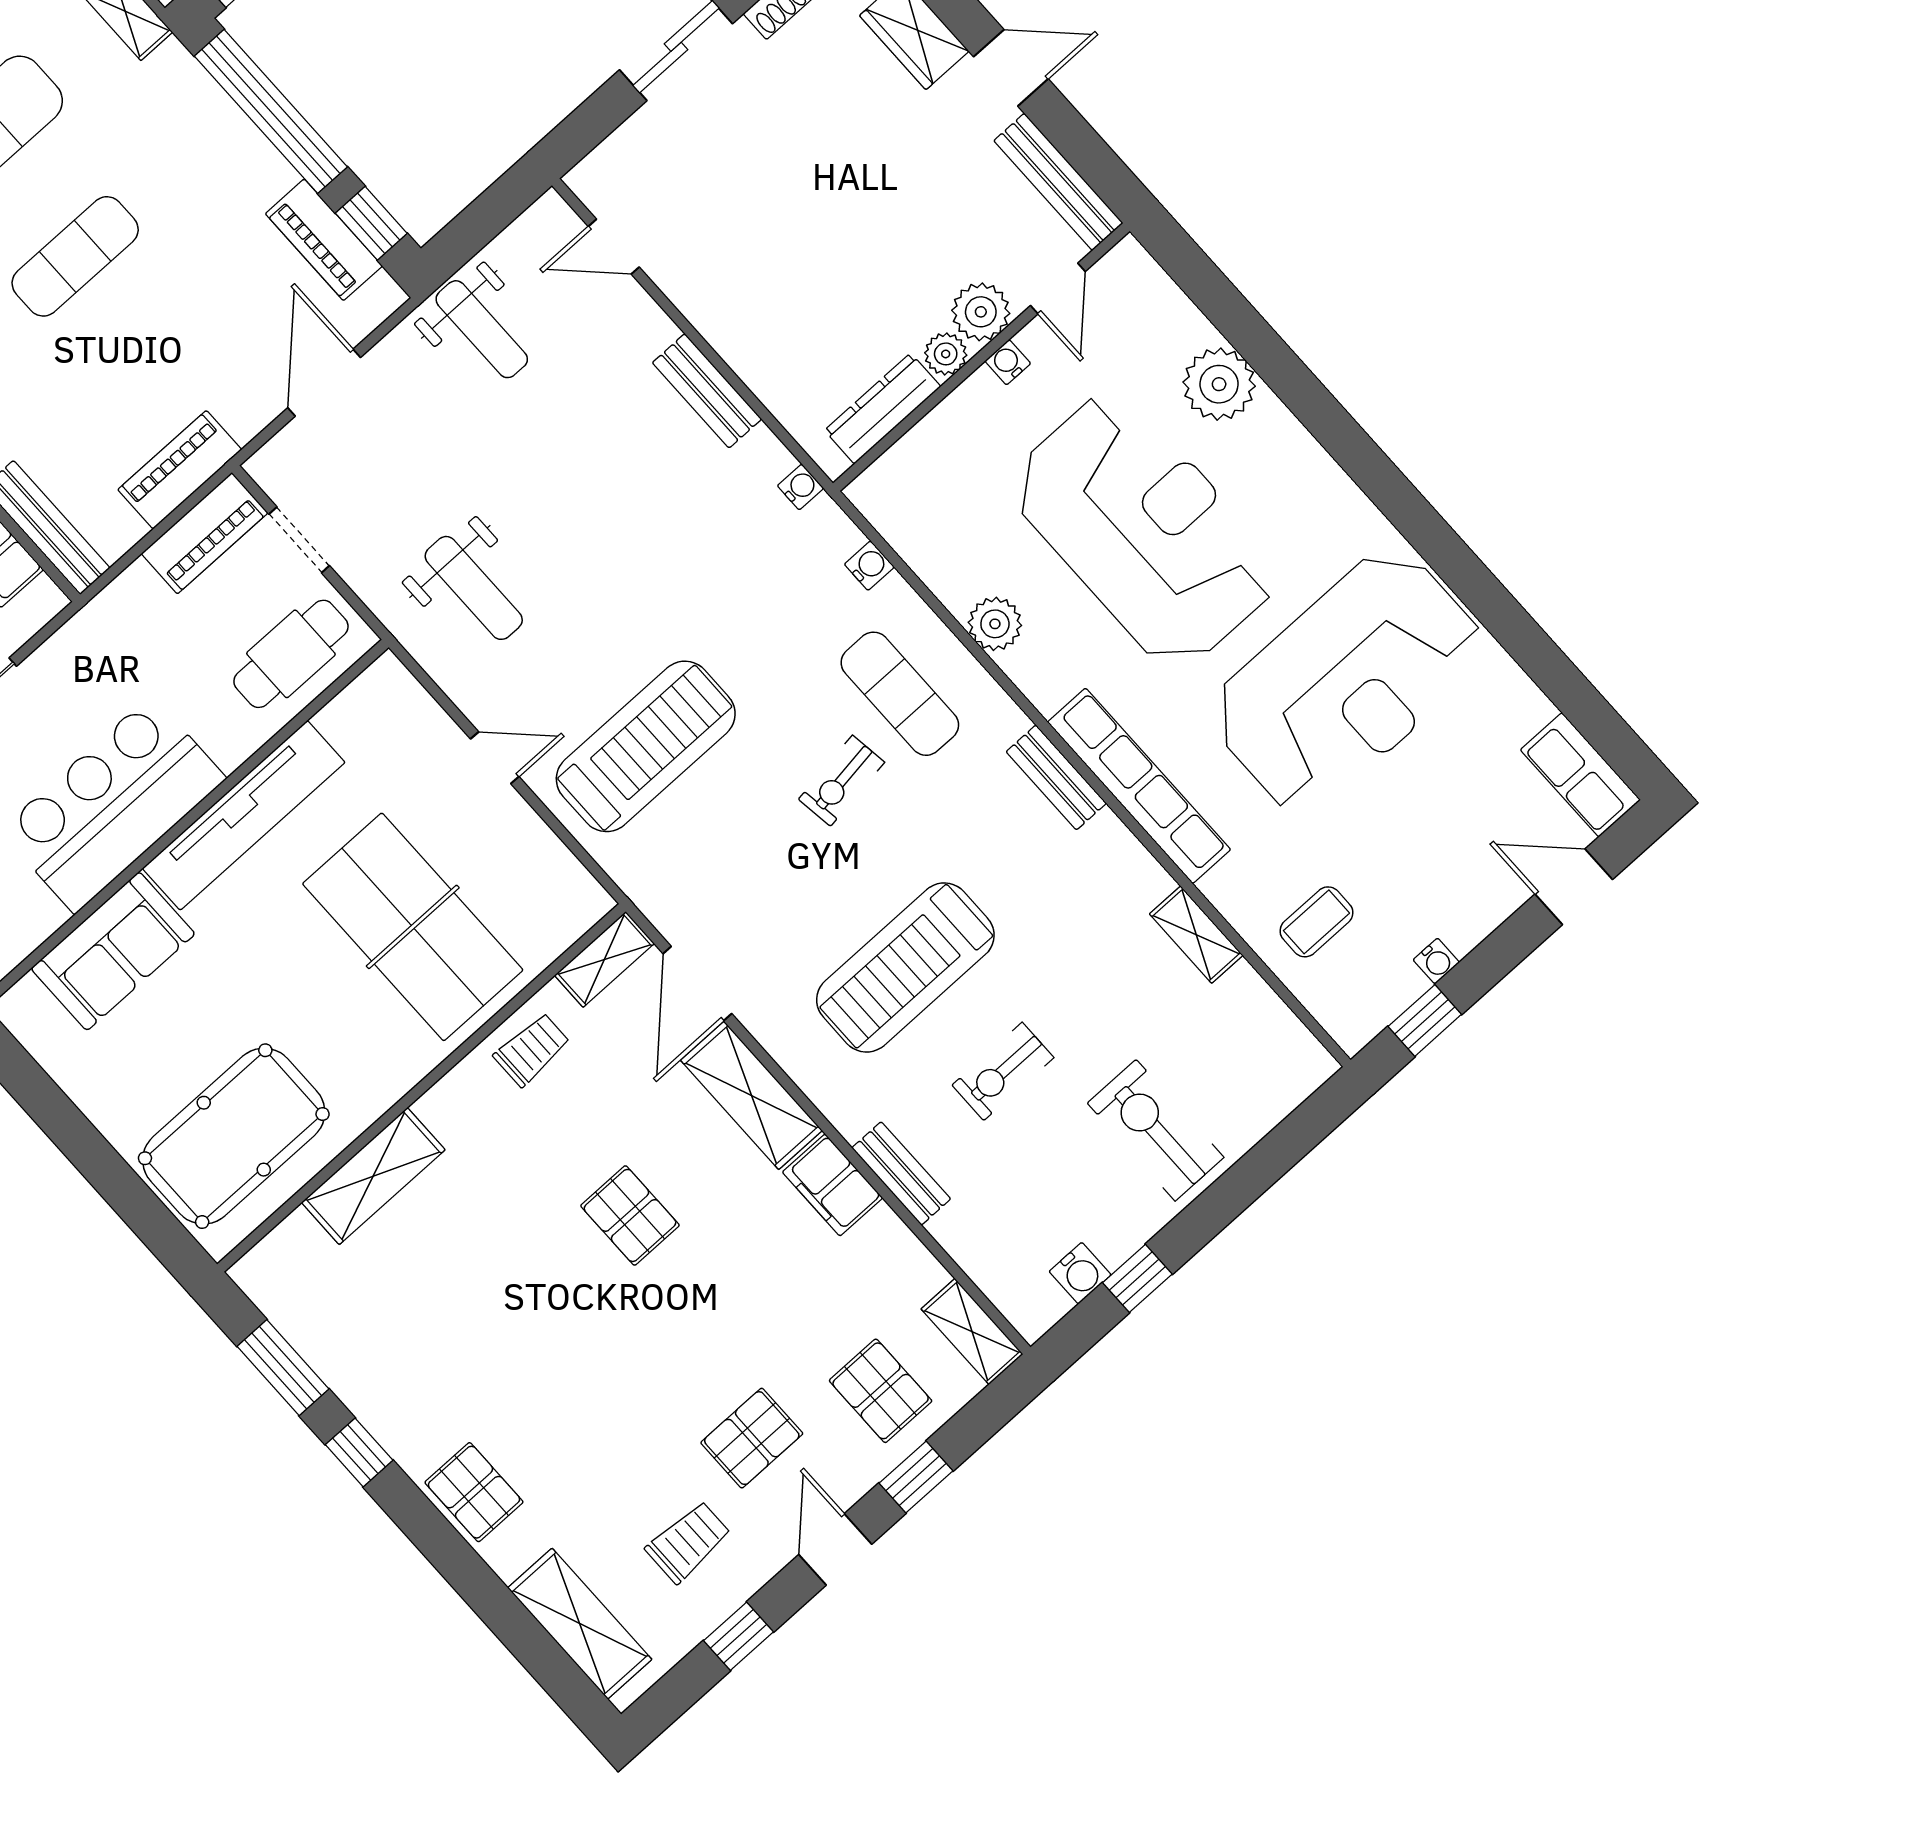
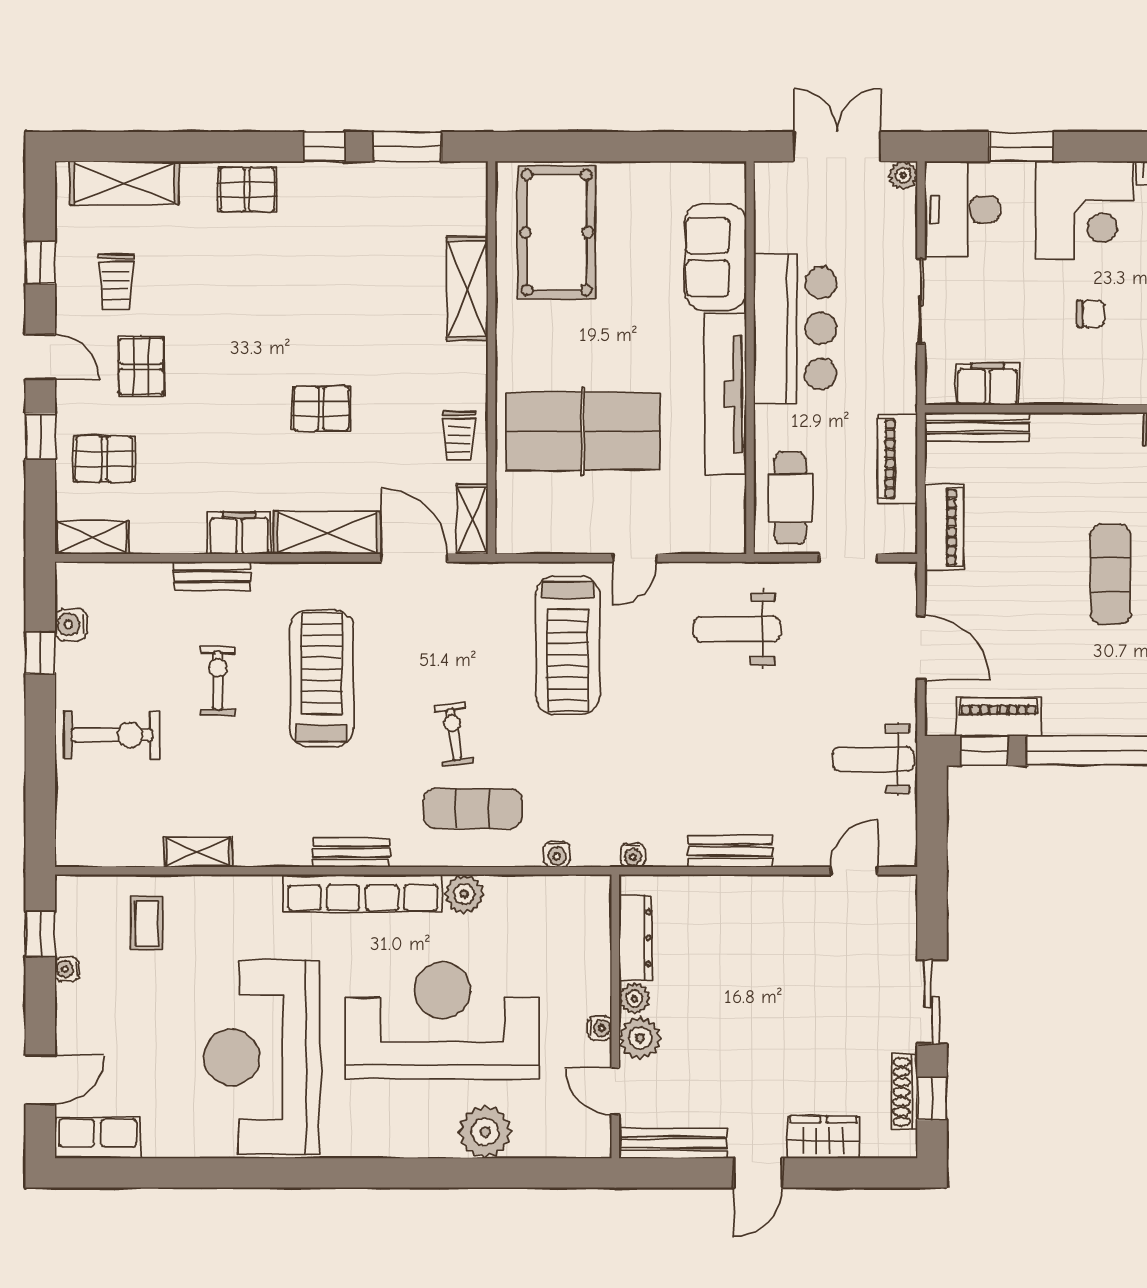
reception desk: (1144, 530) -> (442, 1021), turned 180
piano: (205, 533) -> (898, 459), moved
row of seats: (1139, 786) -> (363, 893), moved

